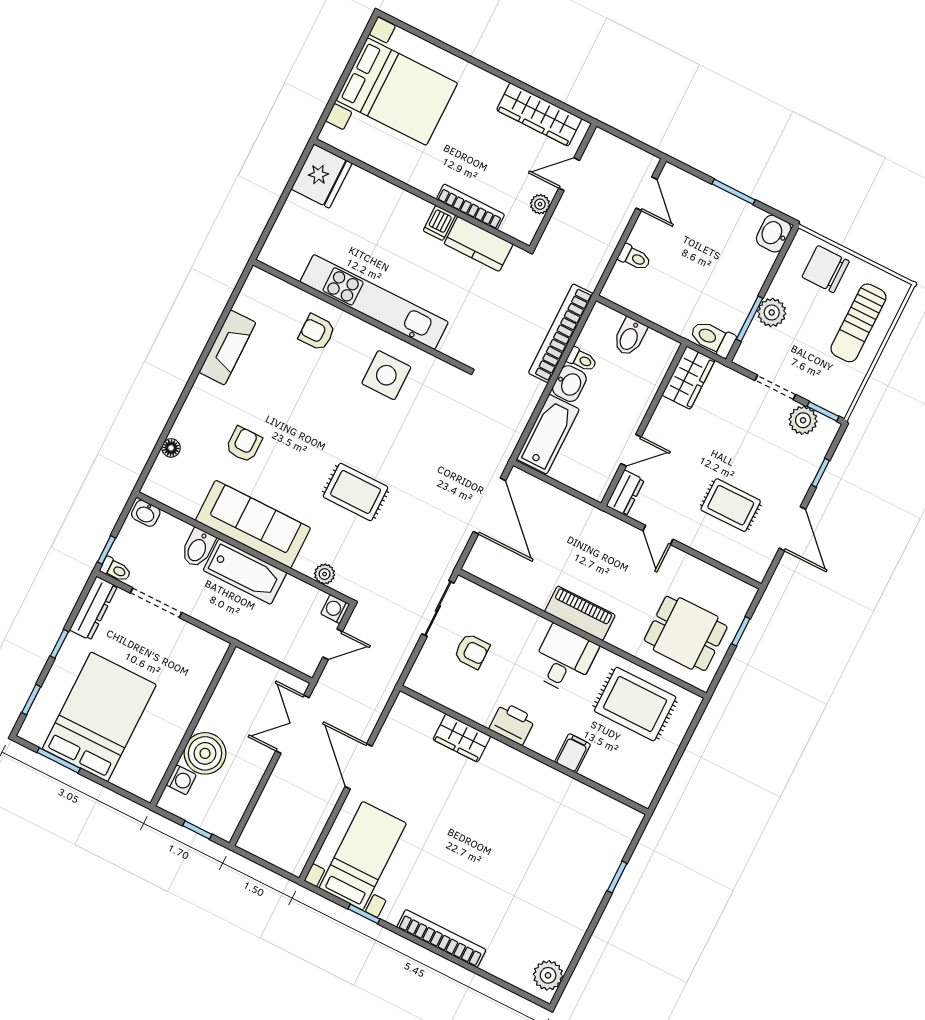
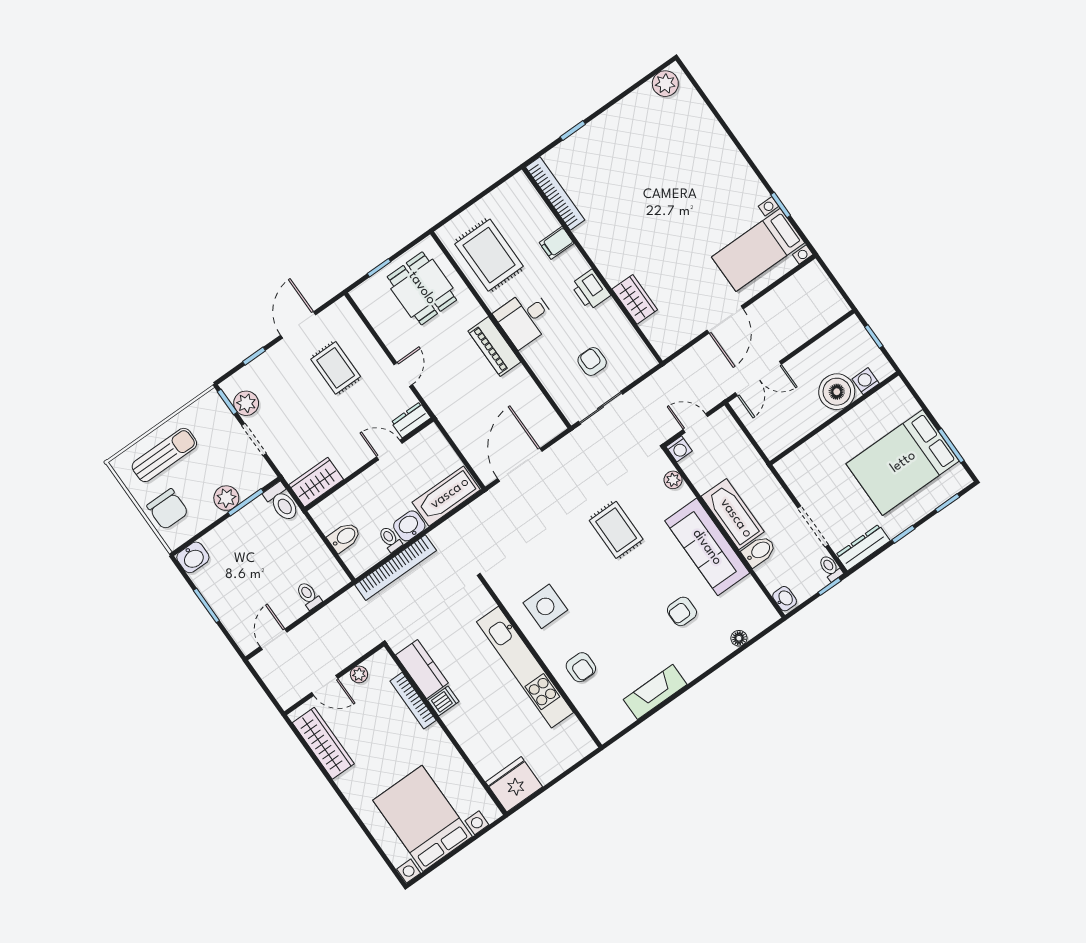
bookcase: (441, 938) -> (555, 193), moved, turned 180

